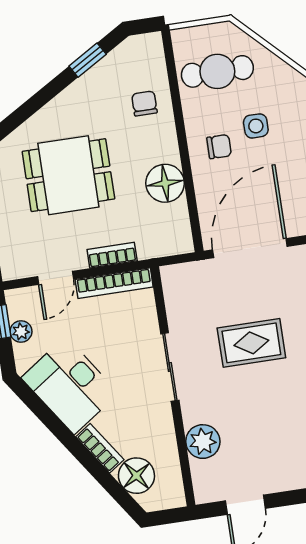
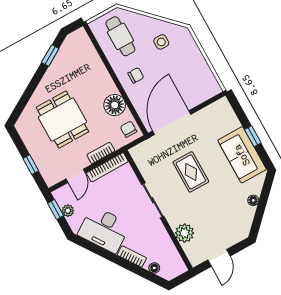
cafe table: (217, 71) -> (120, 36), turned 90
chair: (144, 103) -> (128, 129), moved
side table: (256, 126) -> (161, 42), moved
dining table: (68, 175) -> (62, 120), turned 90
rug: (251, 343) -> (191, 172), turned 90
floor lamp: (136, 476) -> (154, 268), width x0.53, depth x0.53

